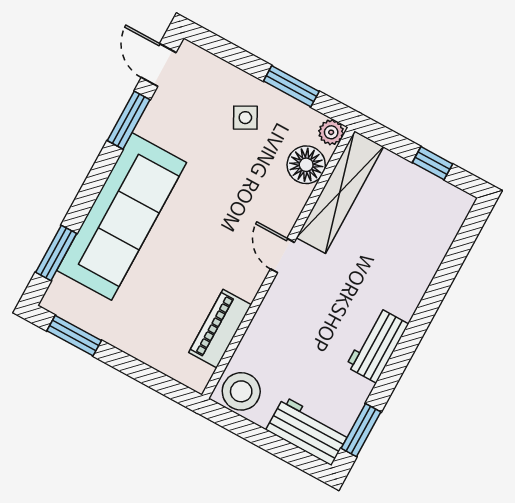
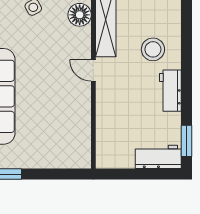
piano: (220, 329) -> (81, 128), removed
stool: (241, 391) -> (153, 49), moved

